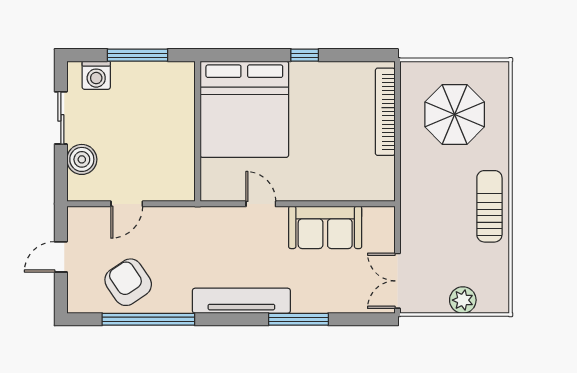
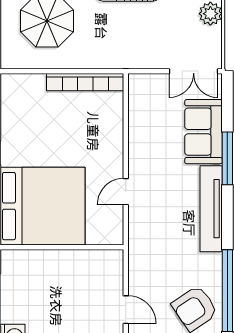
bookcase: (385, 112) -> (85, 82), moved
sofa: (325, 227) -> (204, 132), moved, turned 180

